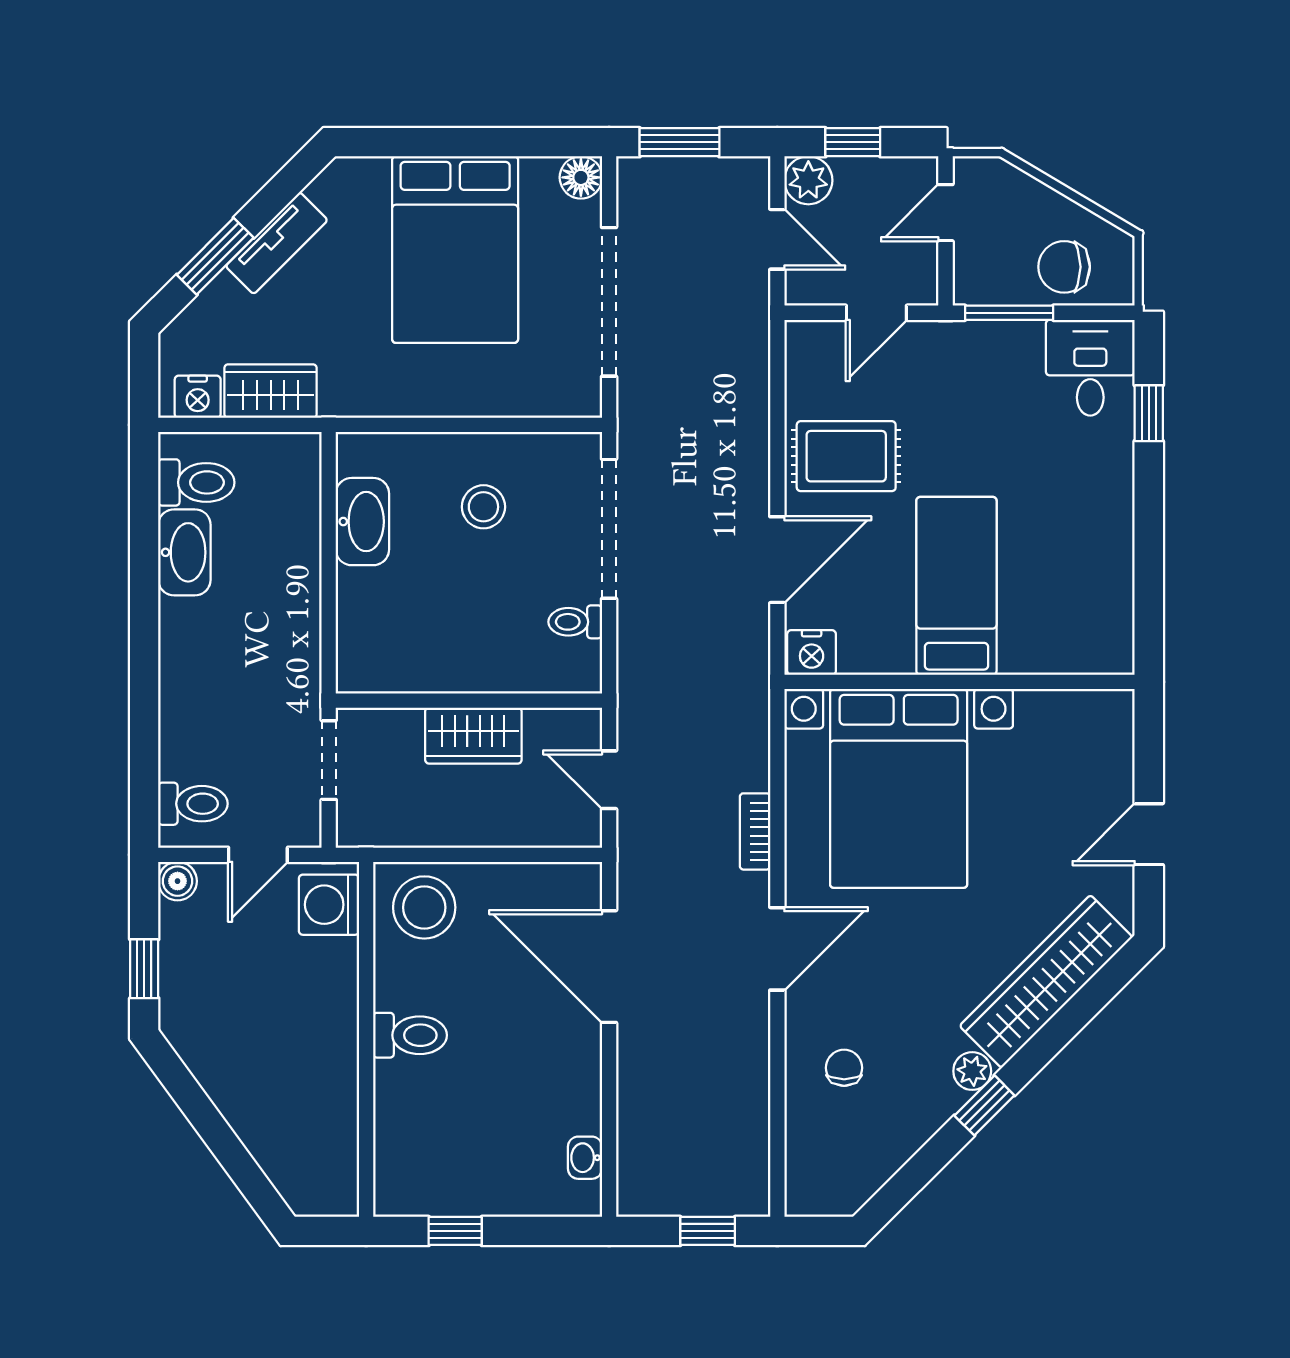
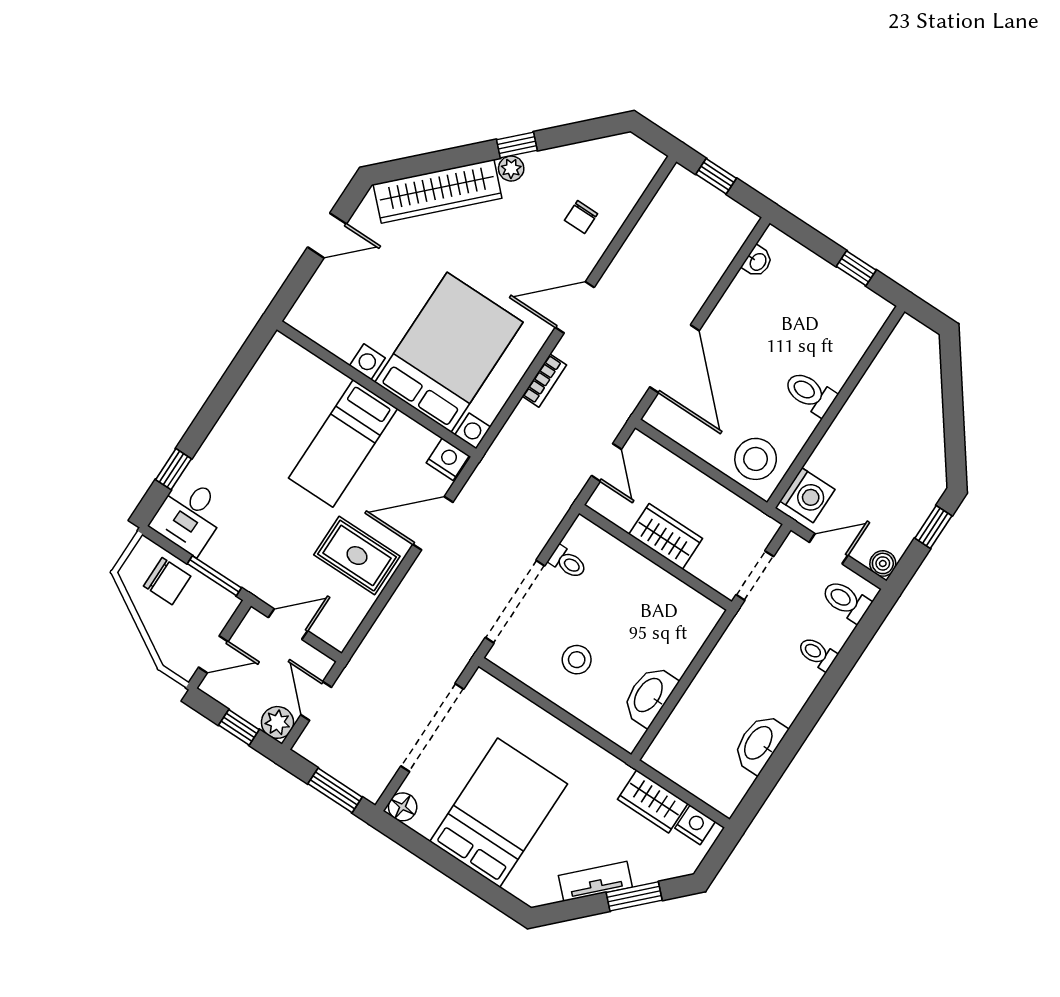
toilet: (196, 482) -> (817, 653), moved, width x0.73, depth x0.72

